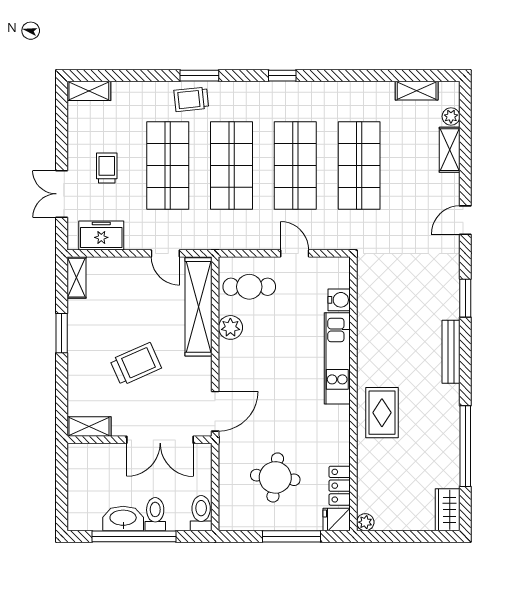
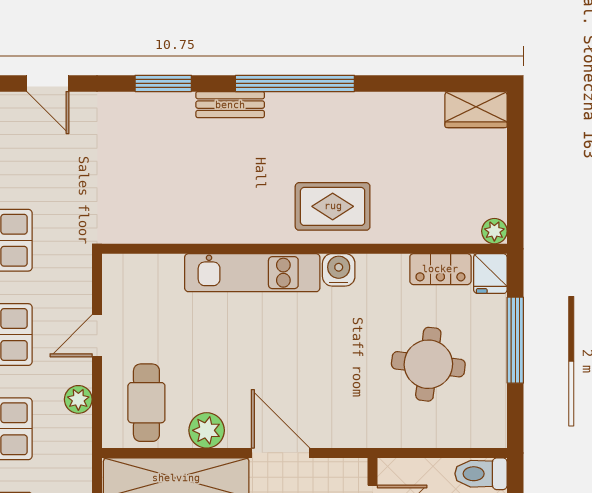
plant: (251, 241) -> (78, 399), added
water cooler: (339, 300) -> (339, 270), moved
bench: (451, 352) -> (230, 105), width x0.73
door: (215, 411) -> (281, 453), moved
window: (465, 446) -> (295, 83), moved

